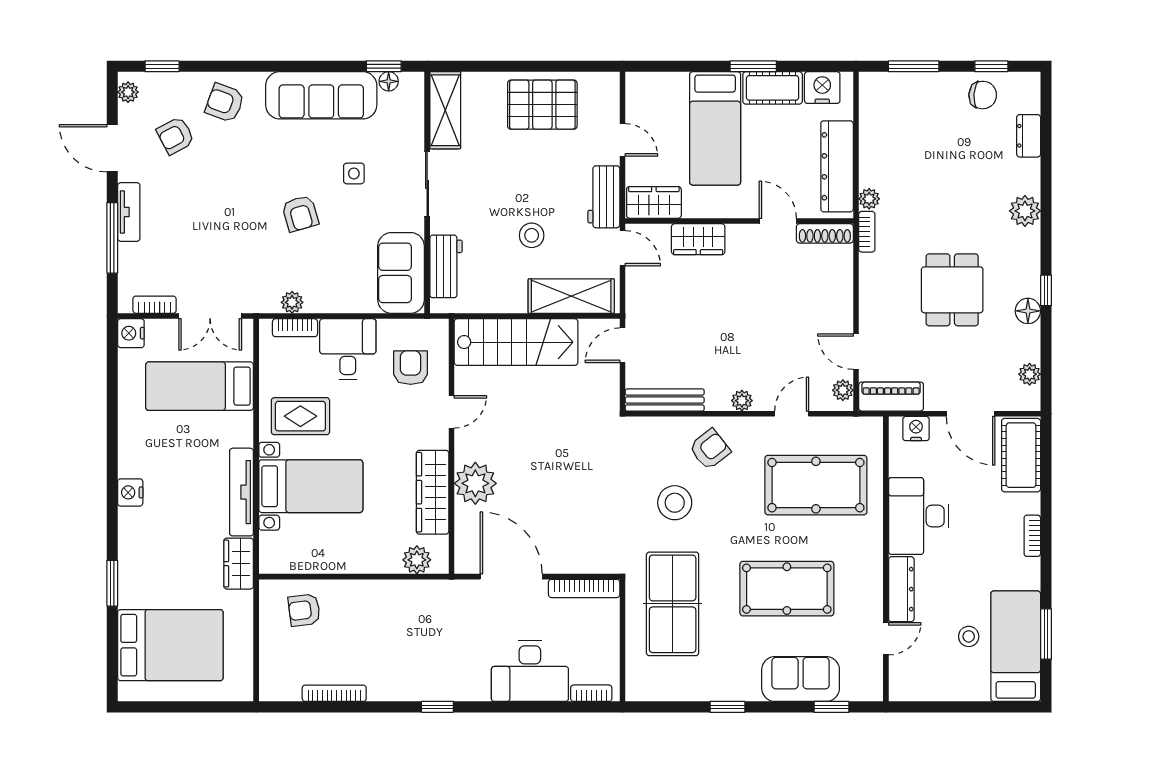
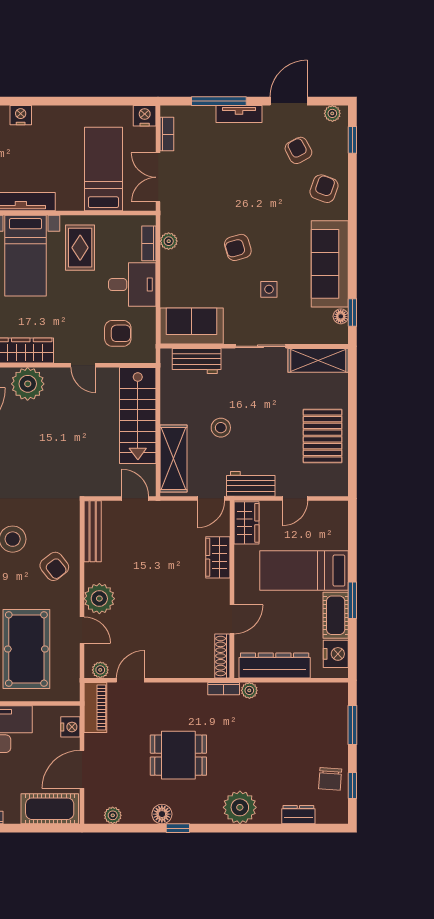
plant: (1025, 211) -> (240, 807), width x1.36, depth x1.36
plant: (742, 401) -> (99, 599), width x1.88, depth x1.88

